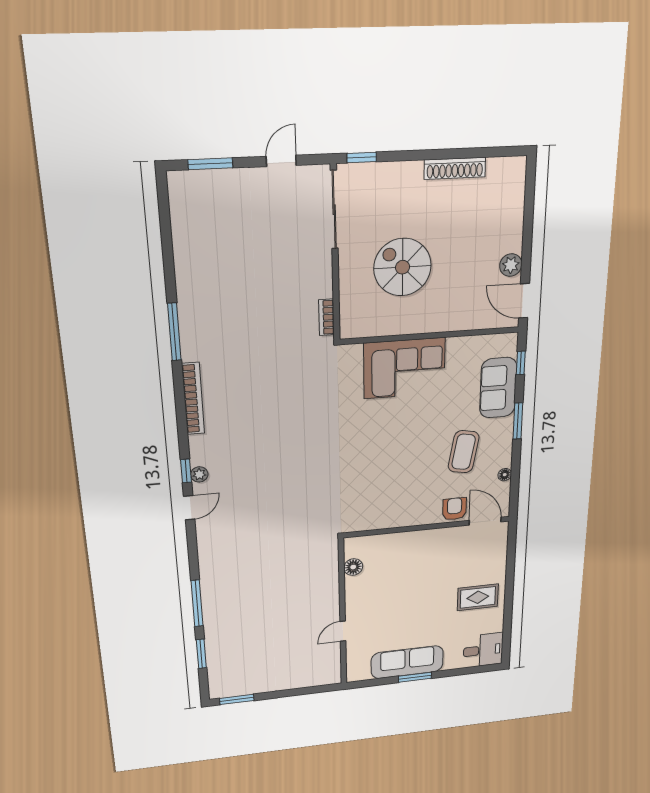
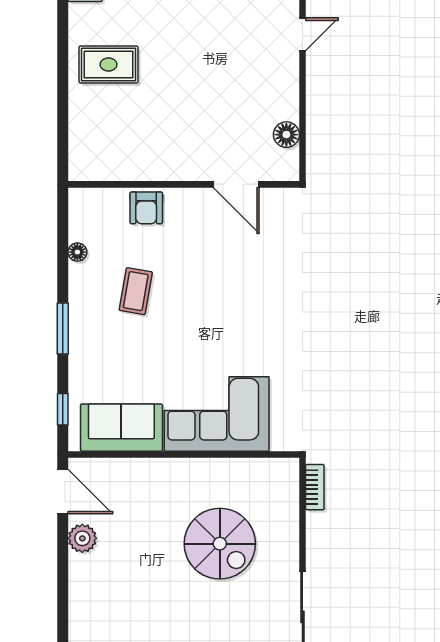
sofa: (498, 388) -> (121, 428), moved, turned -90
coffee table: (464, 452) -> (136, 291), width x0.73, depth x0.77
door: (485, 521) -> (236, 184), moved

